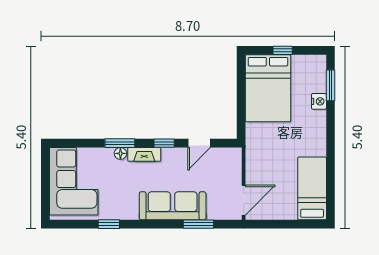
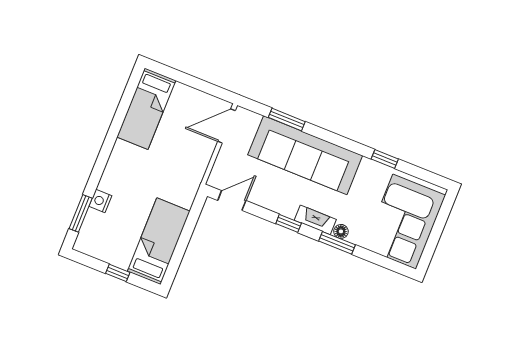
bed: (268, 88) -> (159, 241), width x0.67
door: (199, 143) -> (232, 201), moved
sofa: (173, 206) -> (305, 155), width x1.36, depth x1.27

